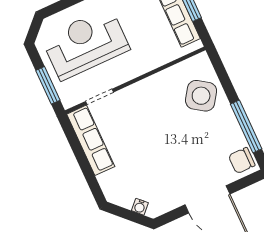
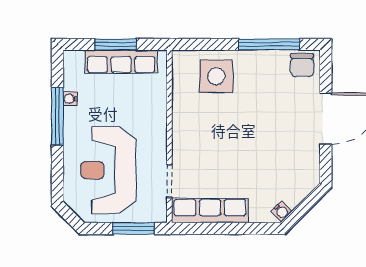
side table: (201, 96) -> (216, 76), turned -34
water cooler: (140, 207) -> (281, 211), moved

